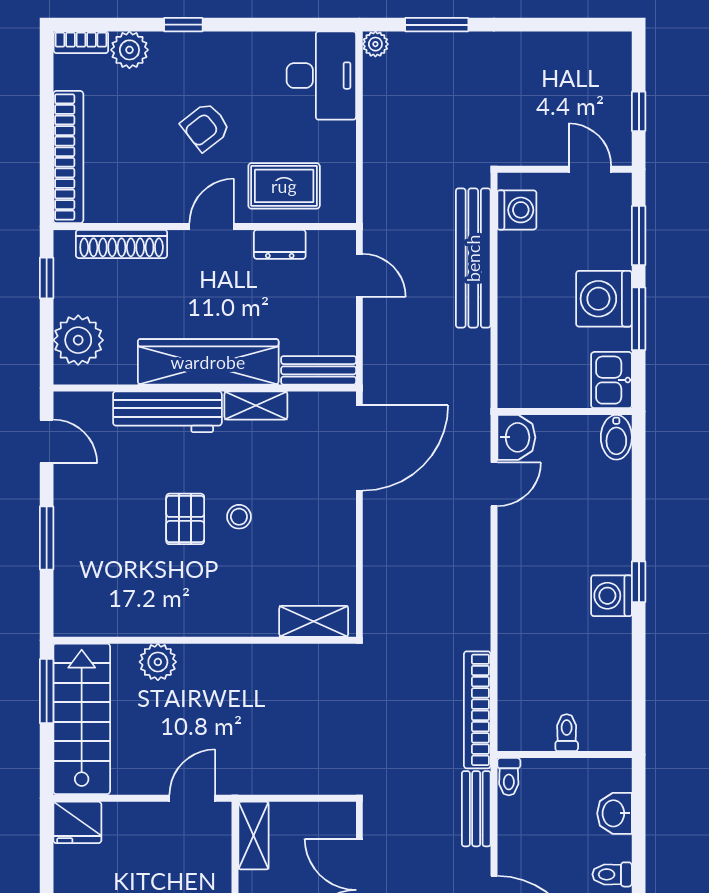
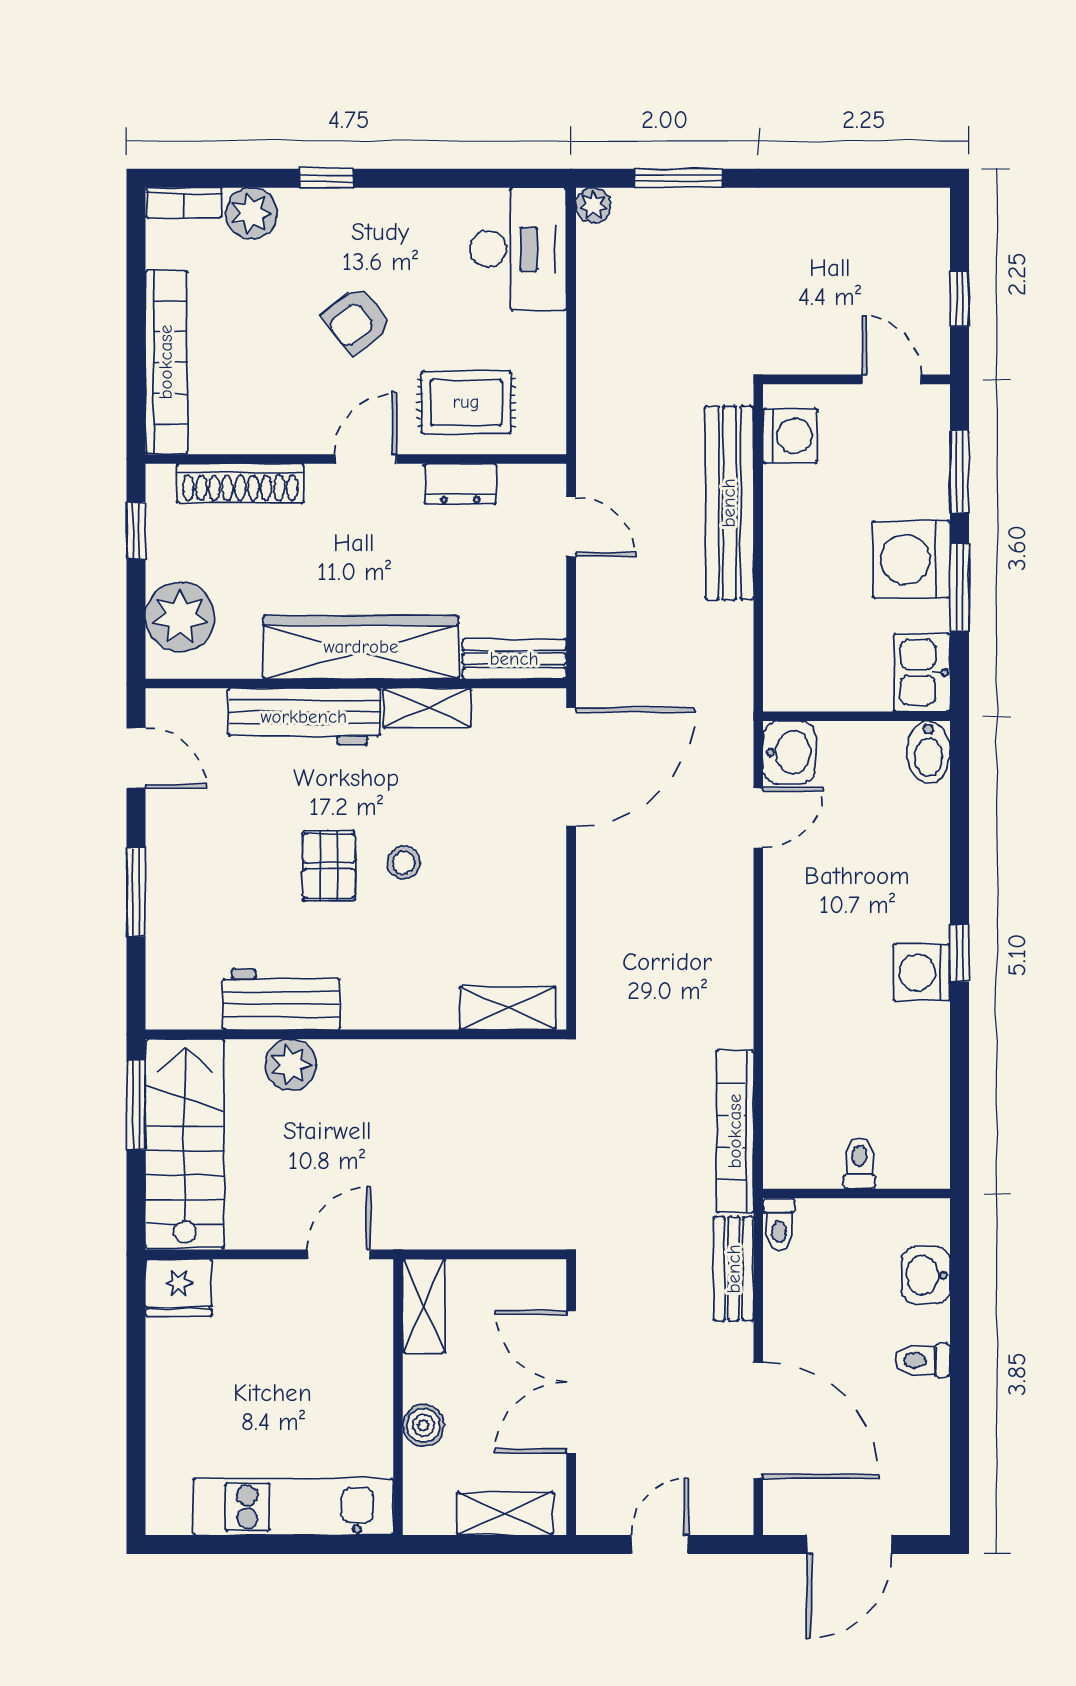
workbench: (151, 615) -> (281, 999), added

